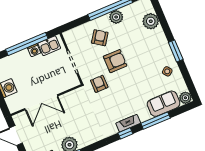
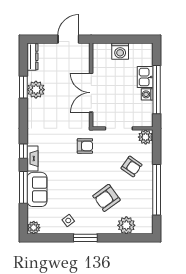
plant: (116, 17) -> (146, 137), moved
kitchen sink: (49, 46) -> (145, 77), moved
armchair: (115, 61) -> (106, 198), moved, turned 54
double door: (41, 102) -> (91, 93), moved
sofa: (164, 104) -> (37, 189), moved

